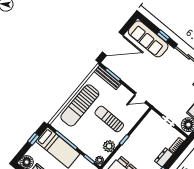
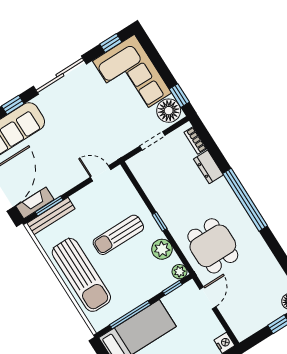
fireplace: (112, 66) -> (35, 203), added
door: (141, 98) -> (101, 173), swing flipped

